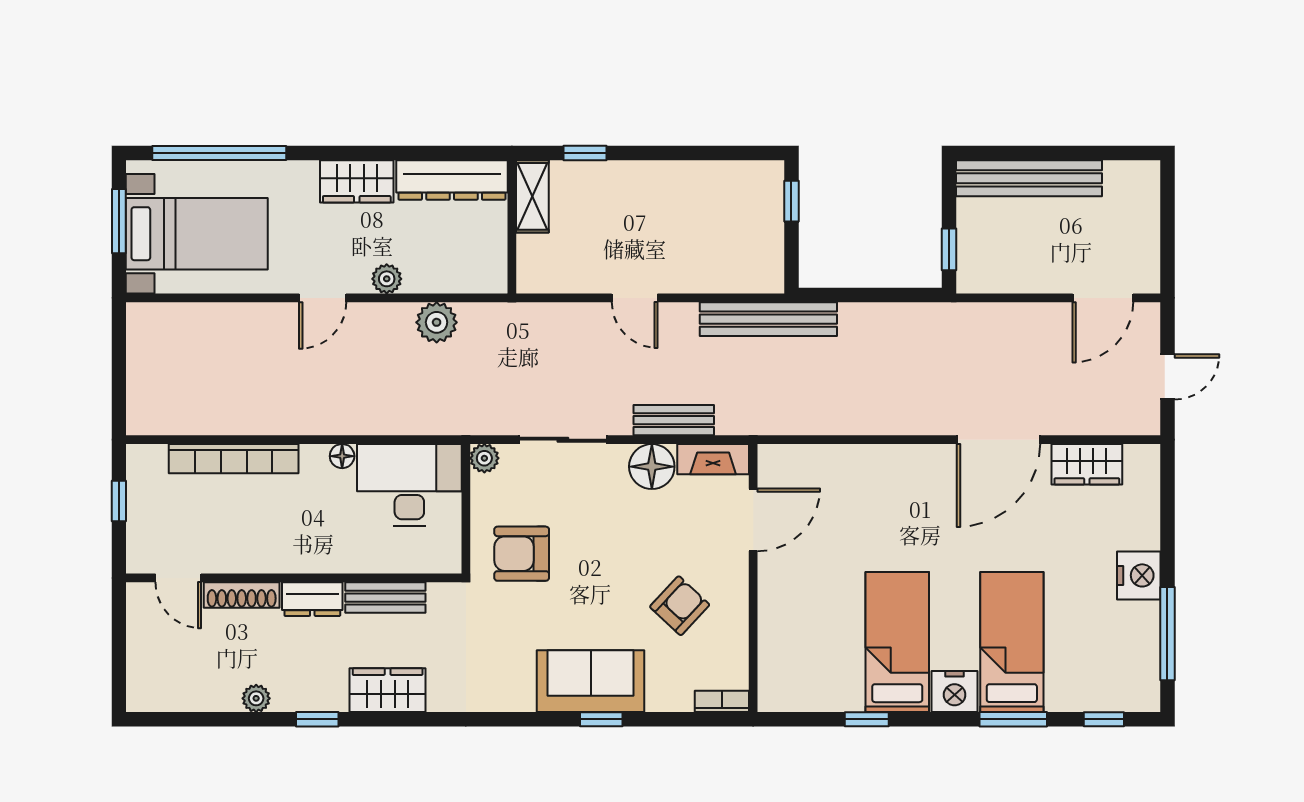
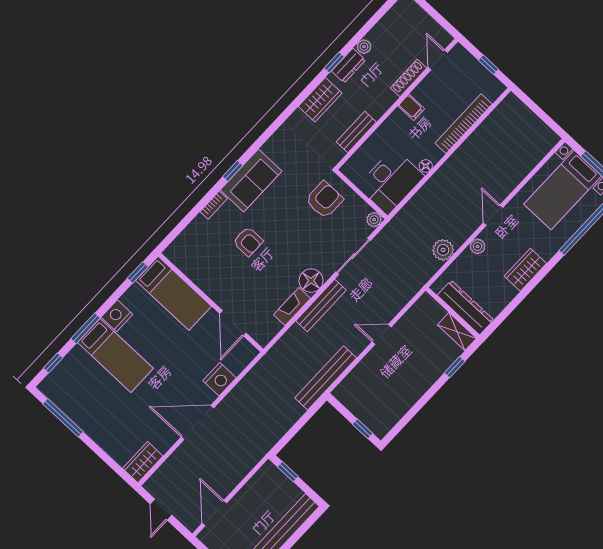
dresser: (452, 180) -> (465, 308), moved, turned 90
bench: (674, 420) -> (321, 306), width x1.36
door: (998, 440) -> (197, 423), hinge flipped
wardrobe: (1087, 464) -> (143, 462), moved
door: (753, 520) -> (233, 323), moved
filing cabinet: (279, 553) -> (411, 107), added
nightstand: (1139, 575) -> (219, 379), moved, turned -90
door: (178, 578) -> (438, 60), hinge flipped
wall: (753, 578) -> (211, 302), moved
dresser: (312, 599) -> (349, 66), moved, turned 180
armchair: (680, 606) -> (248, 241), turned -43
bed: (897, 642) -> (174, 293), moved
bookcase: (722, 701) -> (214, 205), moved

